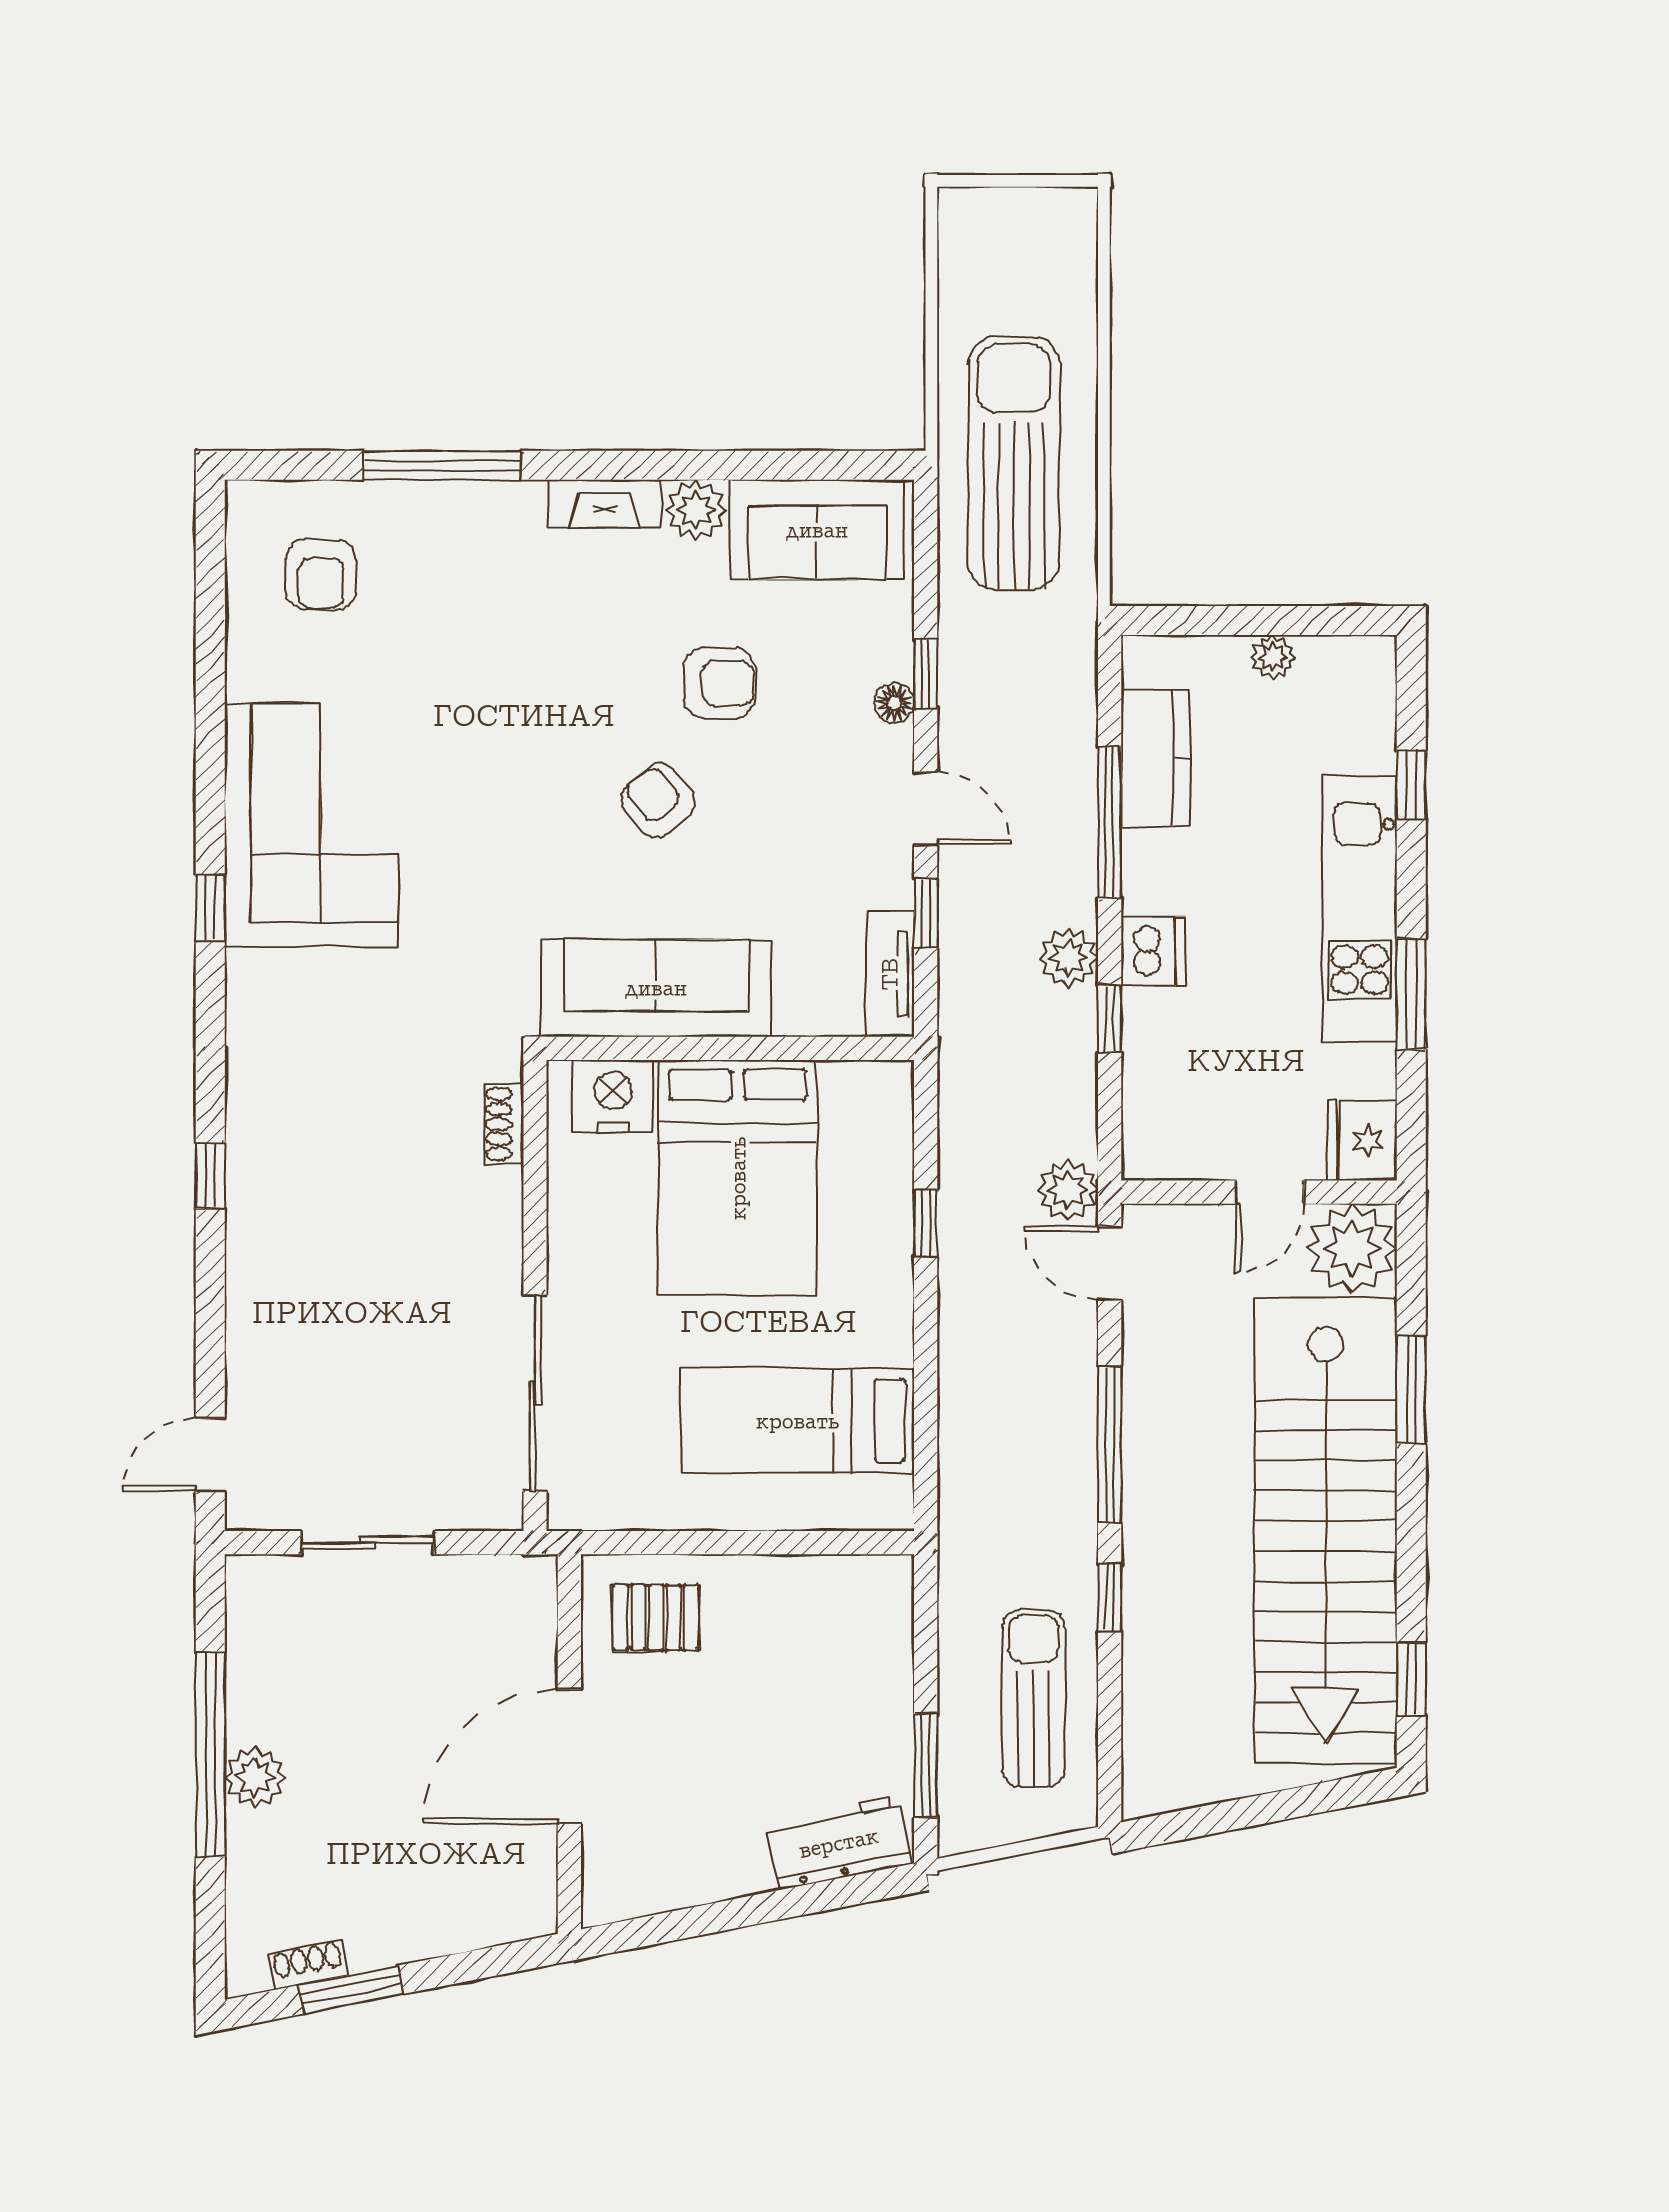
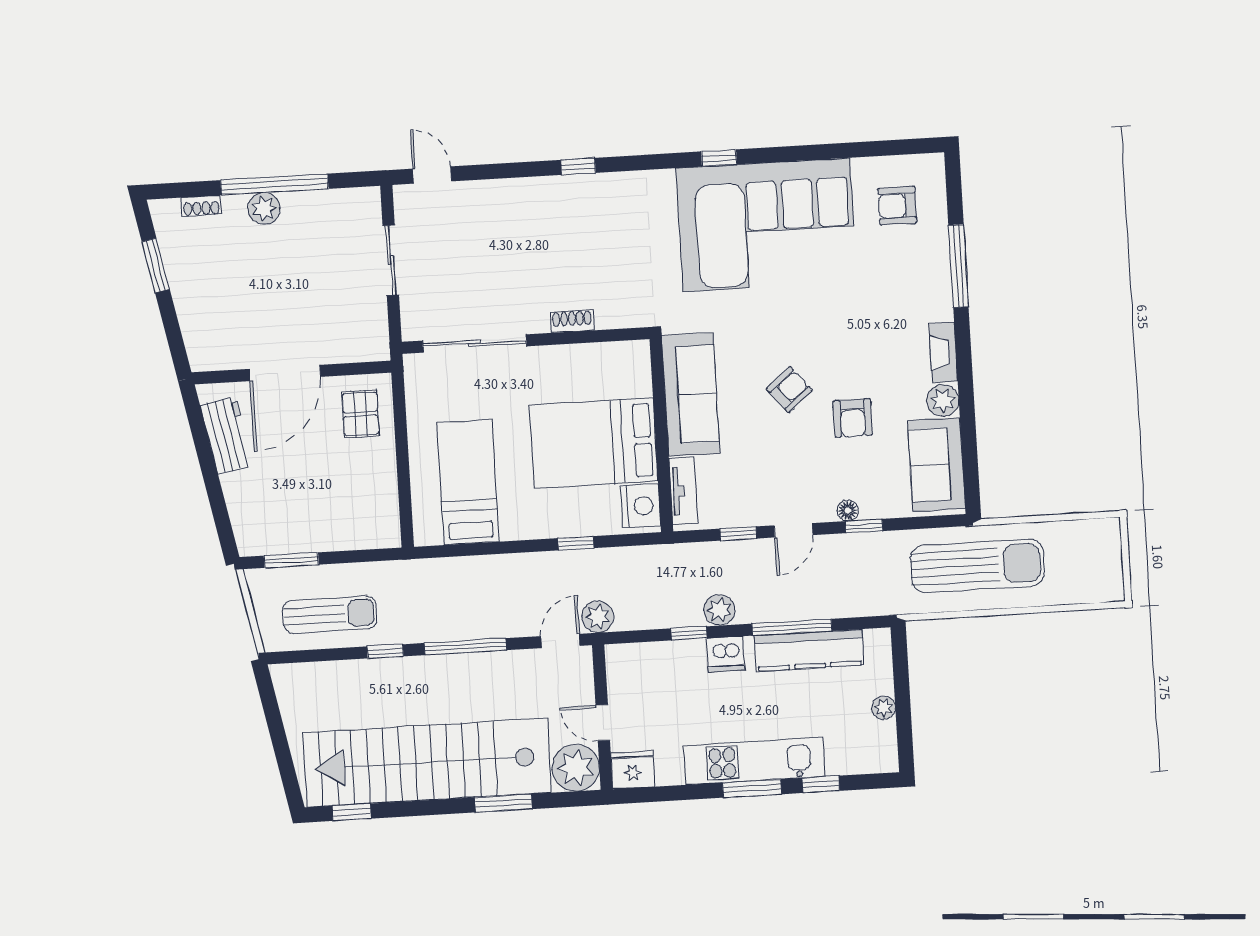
kitchen counter: (1155, 758) -> (809, 650), width x1.50
corner sofa: (311, 825) -> (766, 225), width x1.36, depth x1.36
tv unit: (890, 974) -> (683, 491), moved, turned 90
window: (1411, 994) -> (752, 788), moved
nightstand: (613, 1096) -> (640, 506), moved
shoe rack: (504, 1124) -> (572, 321), moved
door: (569, 1756) -> (285, 373), swing flipped
workbench: (839, 1843) -> (227, 435), moved
shoe rack: (308, 1965) -> (201, 206), moved, turned 101

